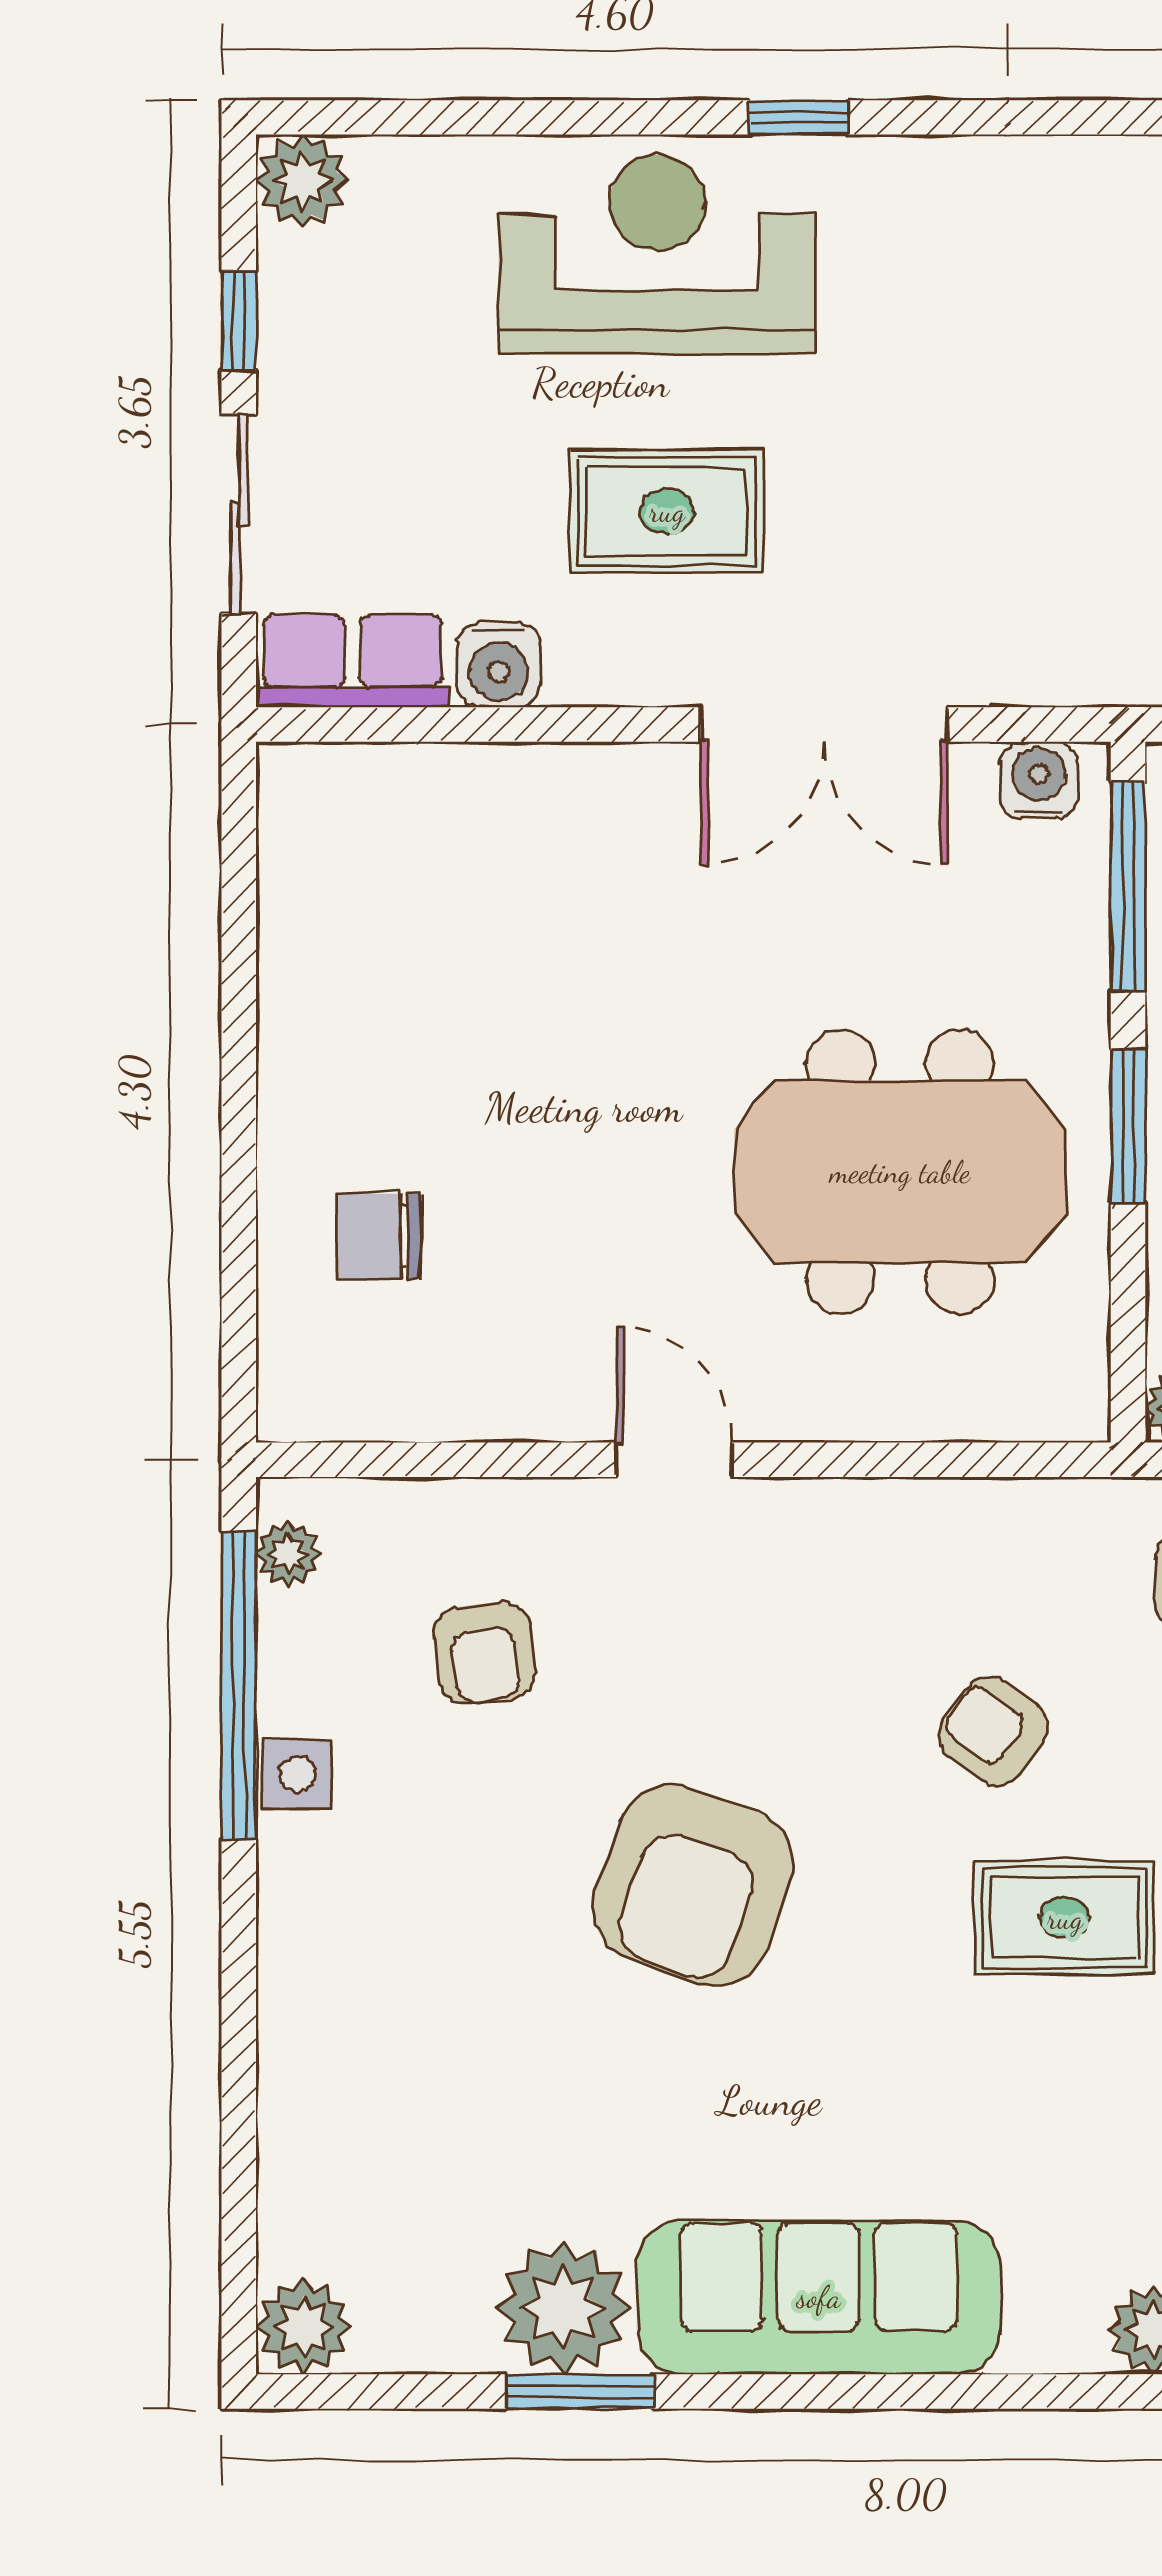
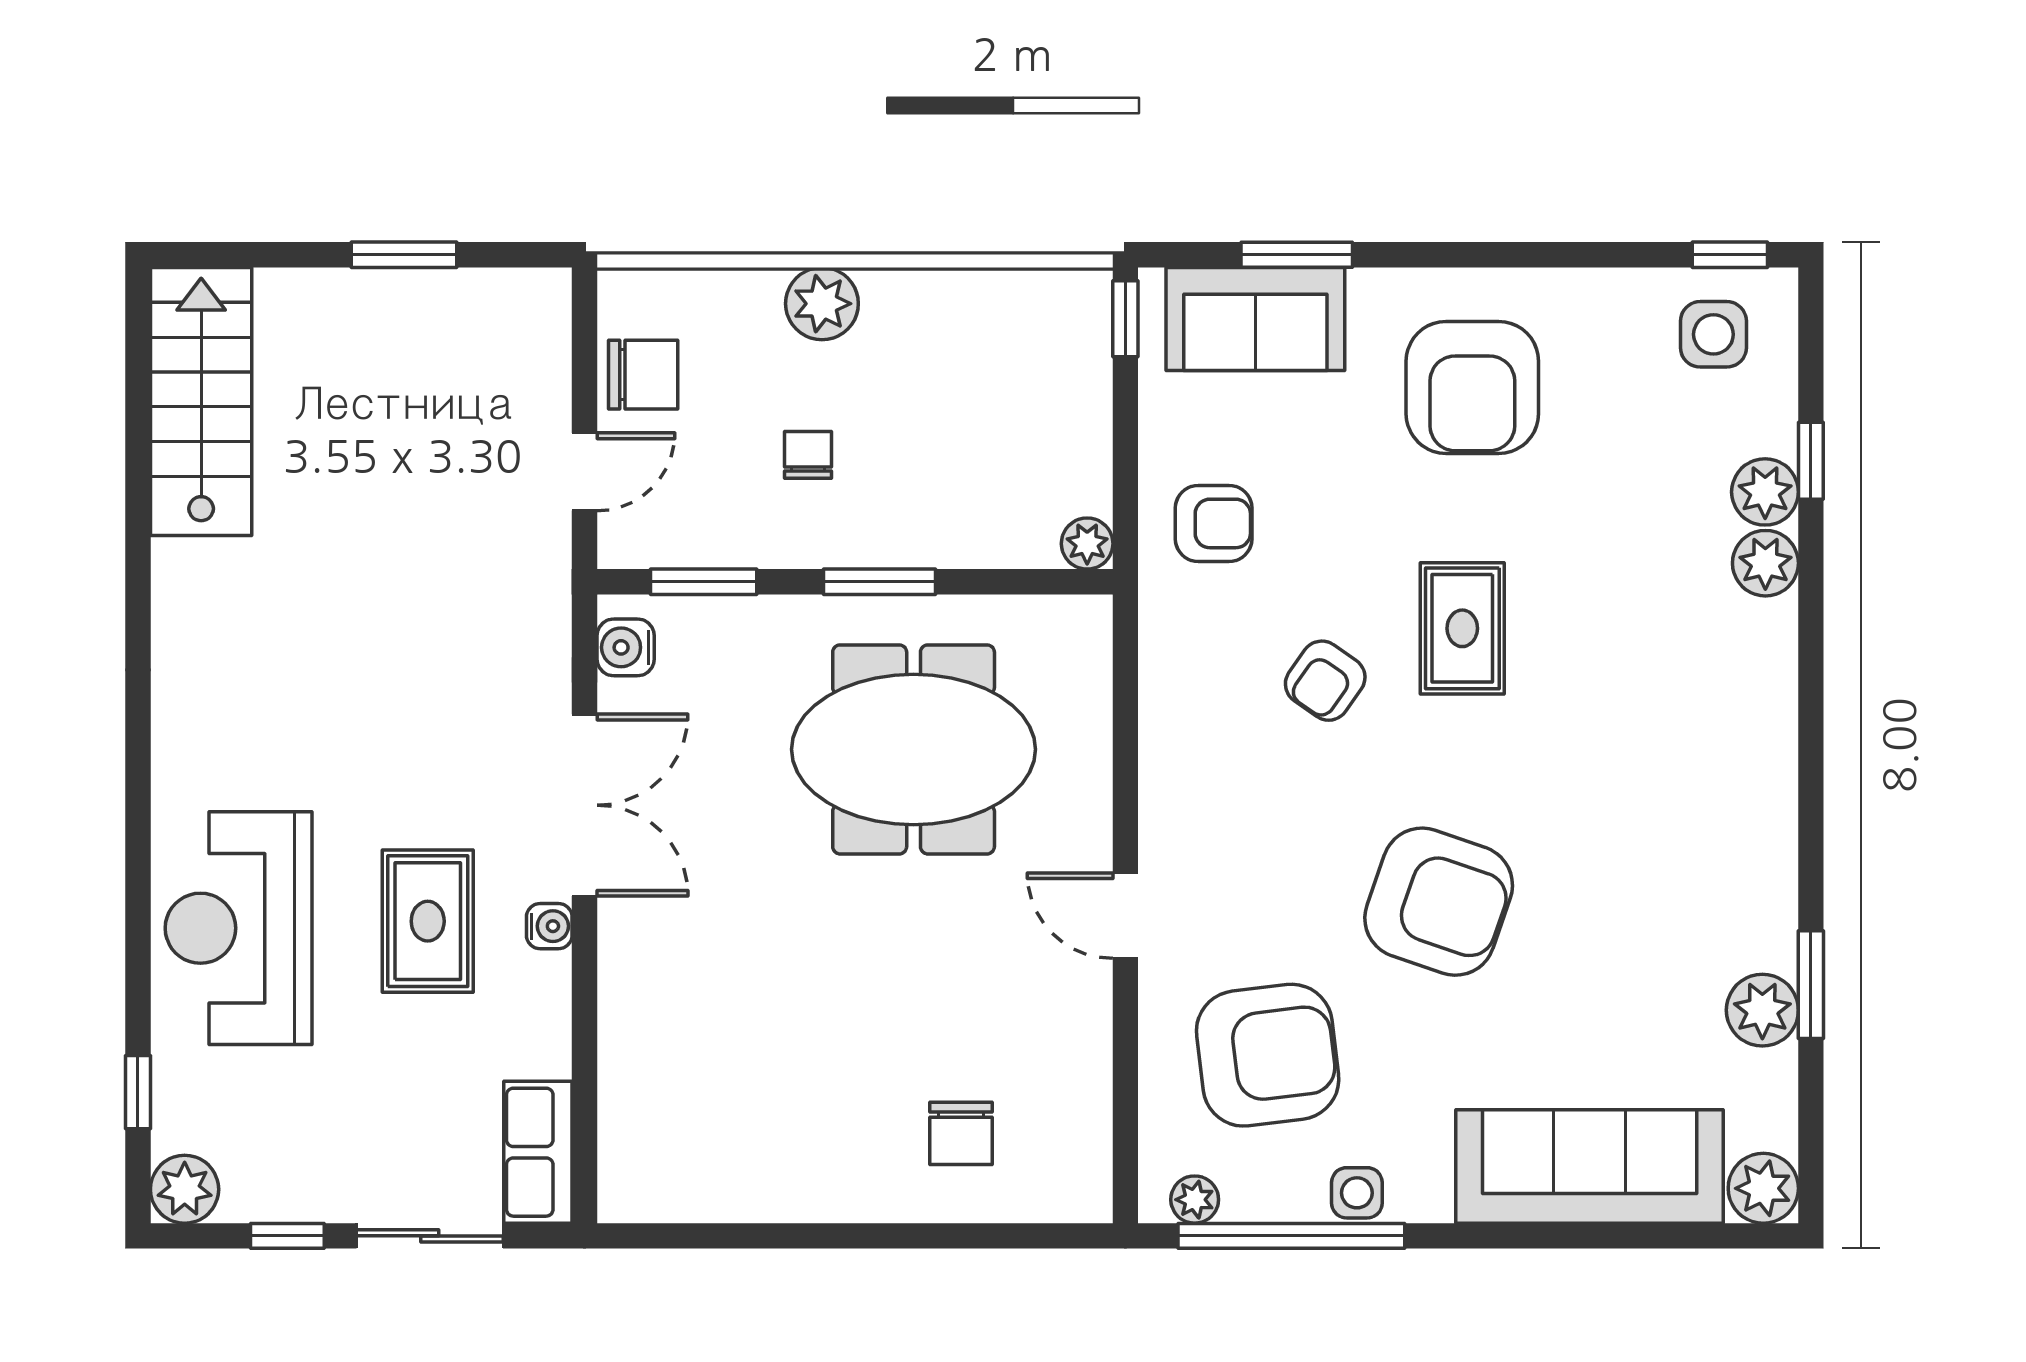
window: (799, 117) -> (138, 1092), moved
water cooler: (499, 665) -> (549, 926), moved, width x0.72, depth x0.72
window: (1128, 886) -> (704, 582), width x0.69
meeting table: (900, 1172) -> (914, 749), turned 90
door: (674, 1460) -> (1125, 916), hinge flipped
armchair: (484, 1653) -> (1268, 1055), width x1.88, depth x1.88
sofa: (819, 2297) -> (1590, 1166), moved, turned 90
plant: (563, 2308) -> (1762, 1010), width x0.73, depth x0.73

